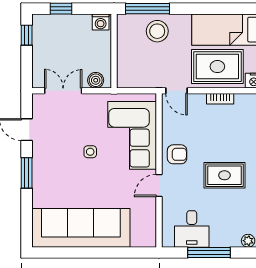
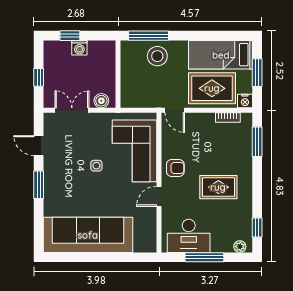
washing machine: (101, 22) -> (79, 48), moved
window: (27, 35) -> (39, 77), moved
bookcase: (220, 99) -> (228, 118), moved
desk: (192, 229) -> (189, 236), width x1.37

